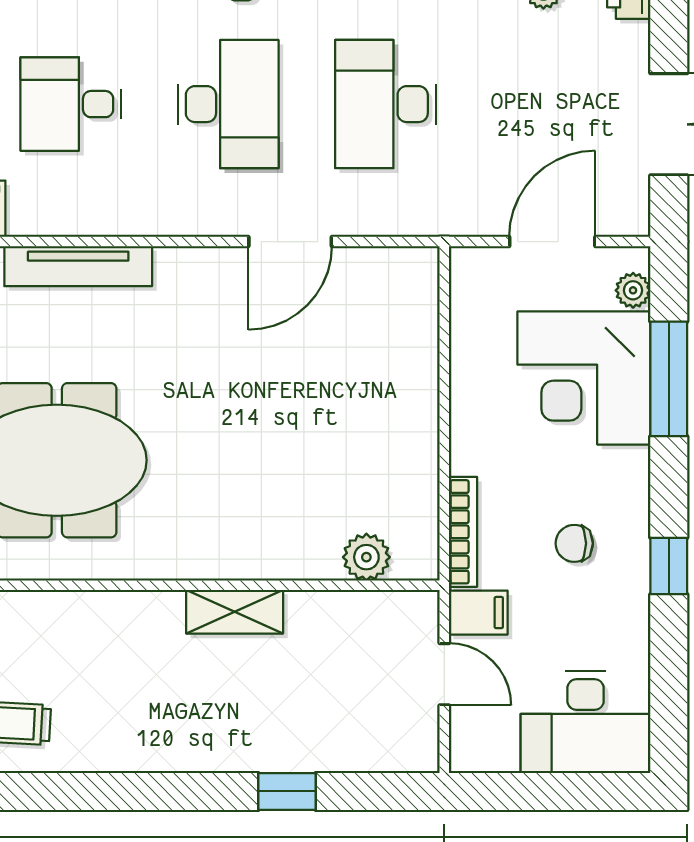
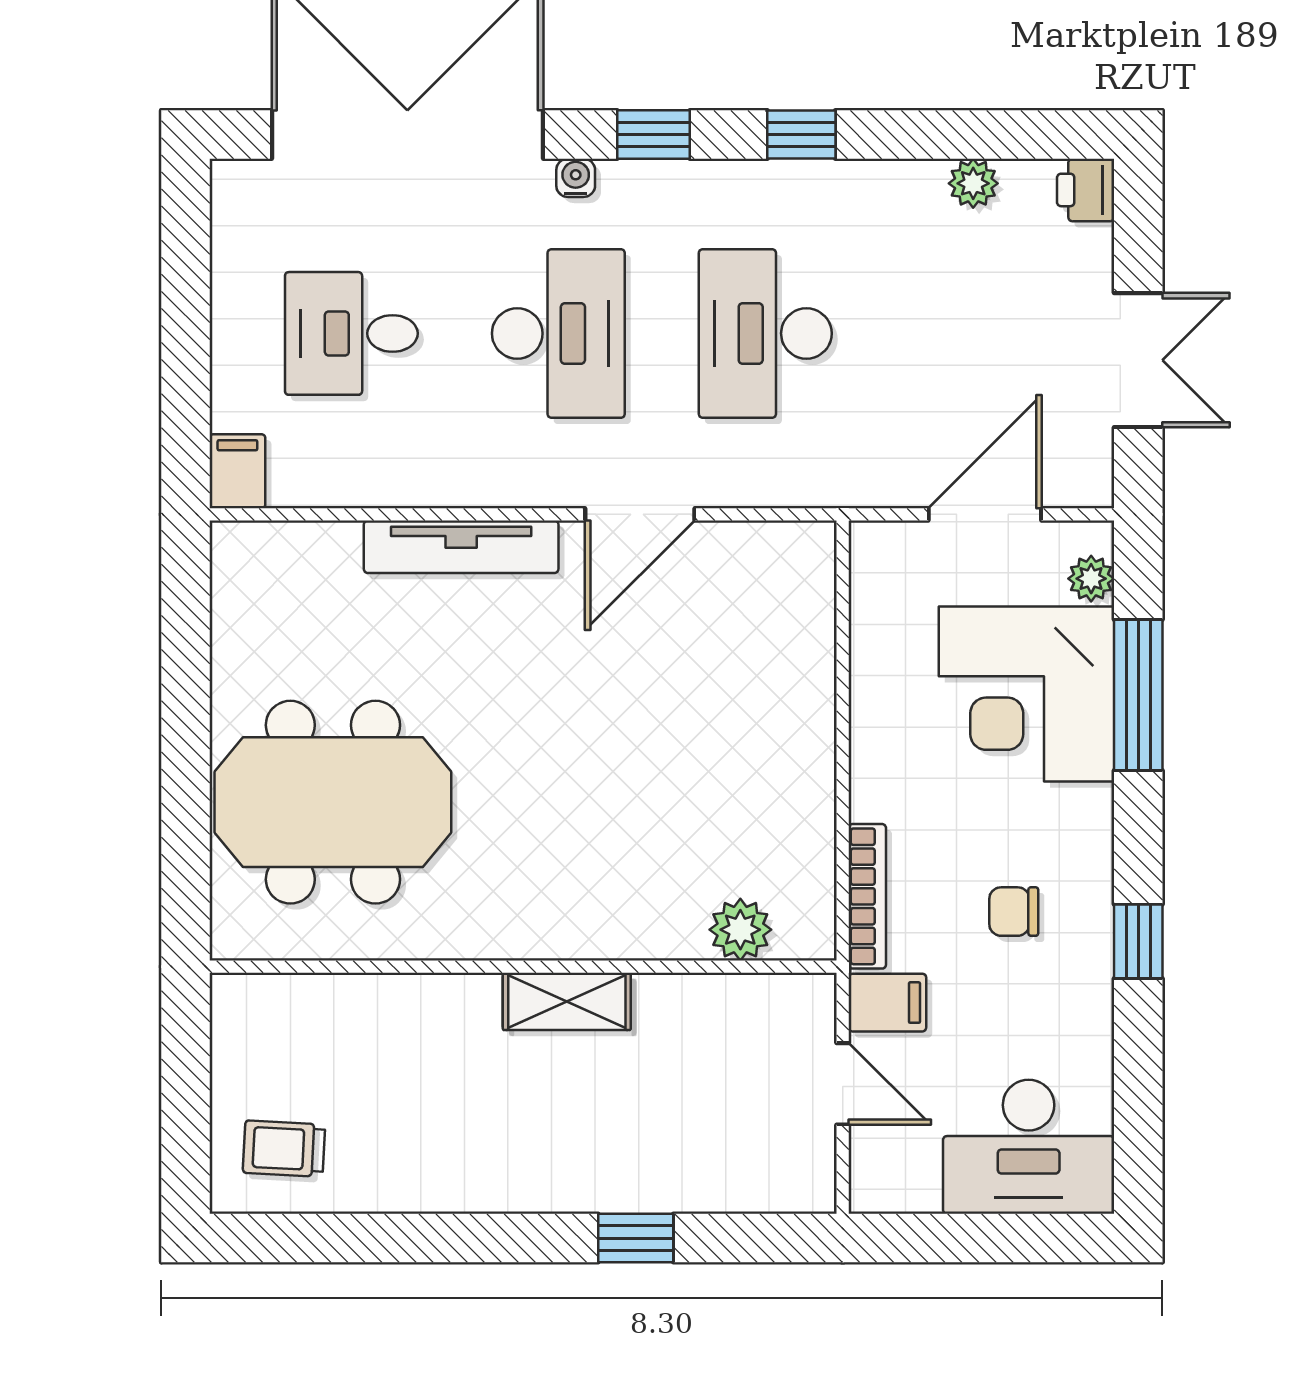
tv unit: (78, 266) -> (461, 547), moved

